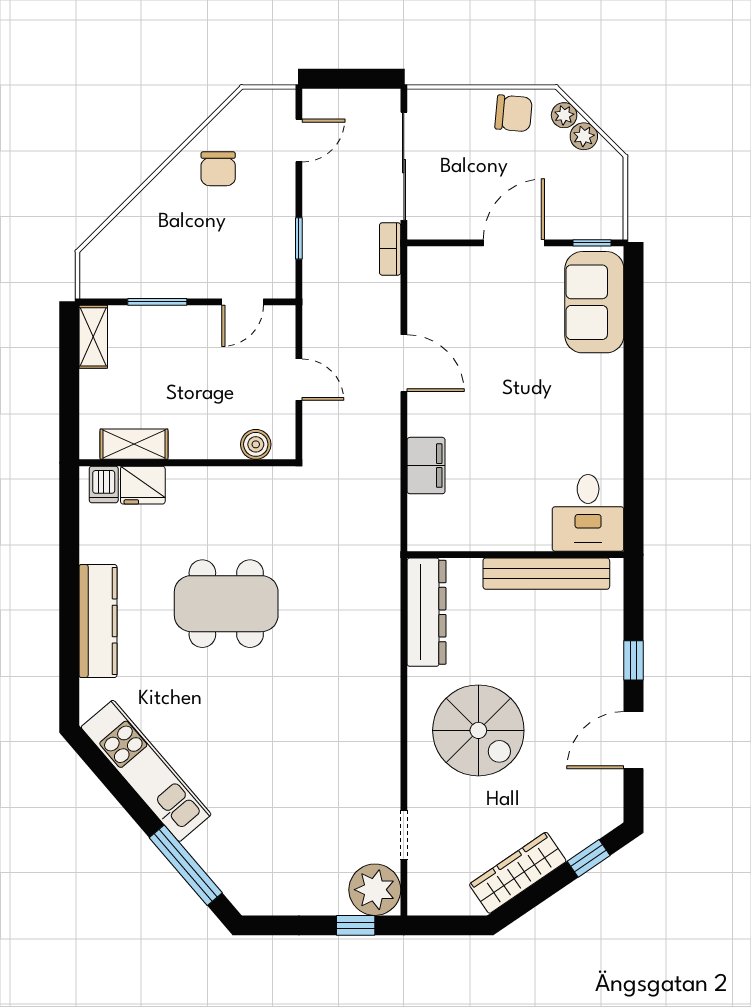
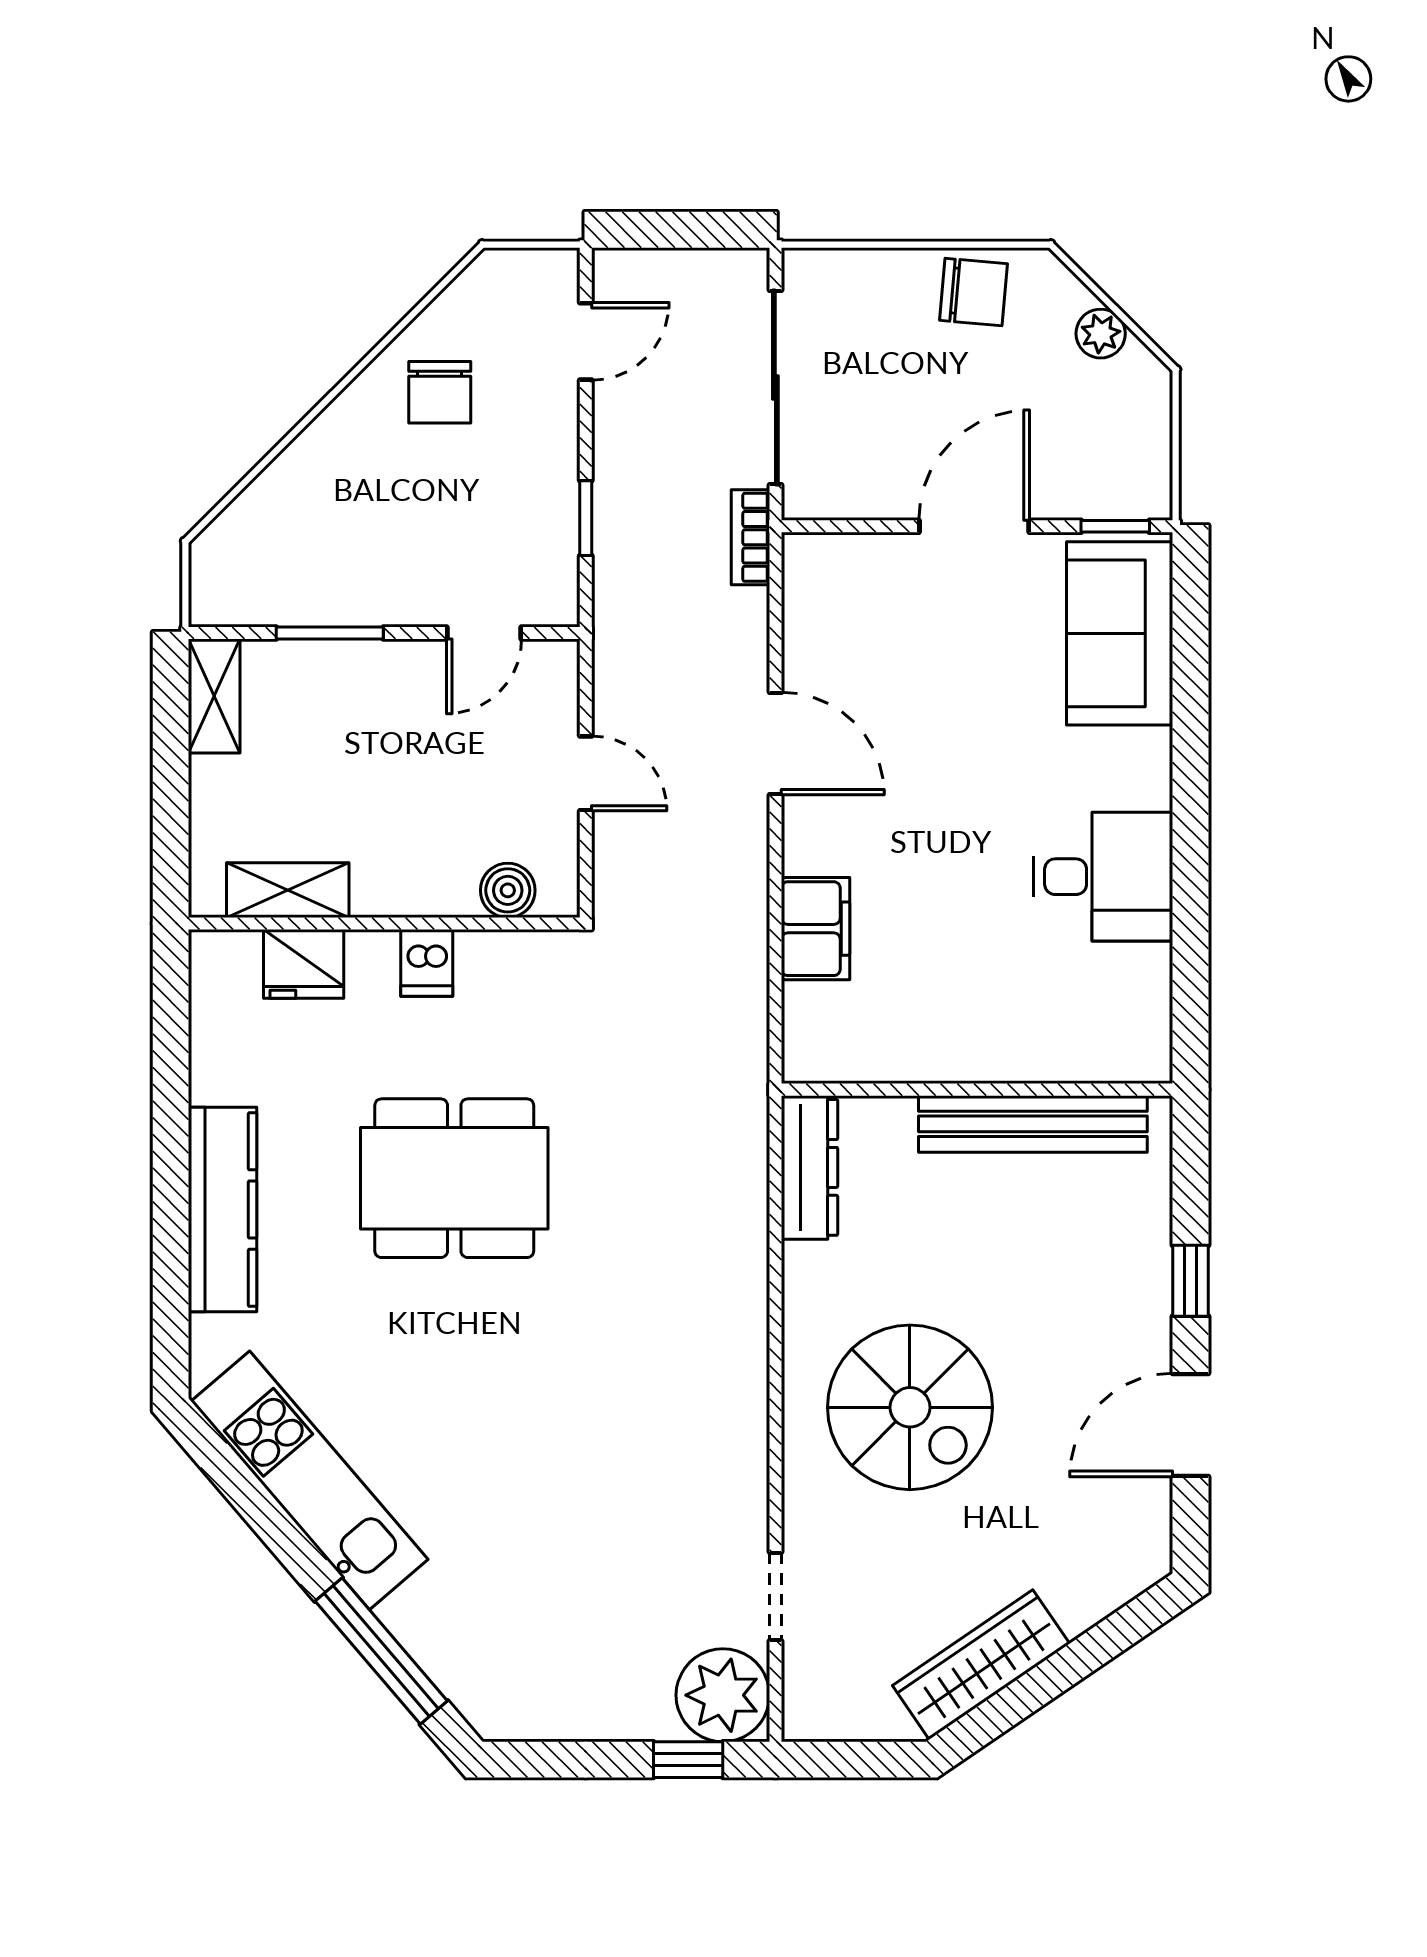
plant: (564, 115) -> (1065, 296), removed
dishwasher: (104, 484) -> (427, 963), moved
desk: (588, 513) -> (1103, 877), moved, turned -90
dresser: (427, 612) -> (810, 1167), width x0.73, depth x0.80
window: (589, 858) -> (1109, 1638), removed

